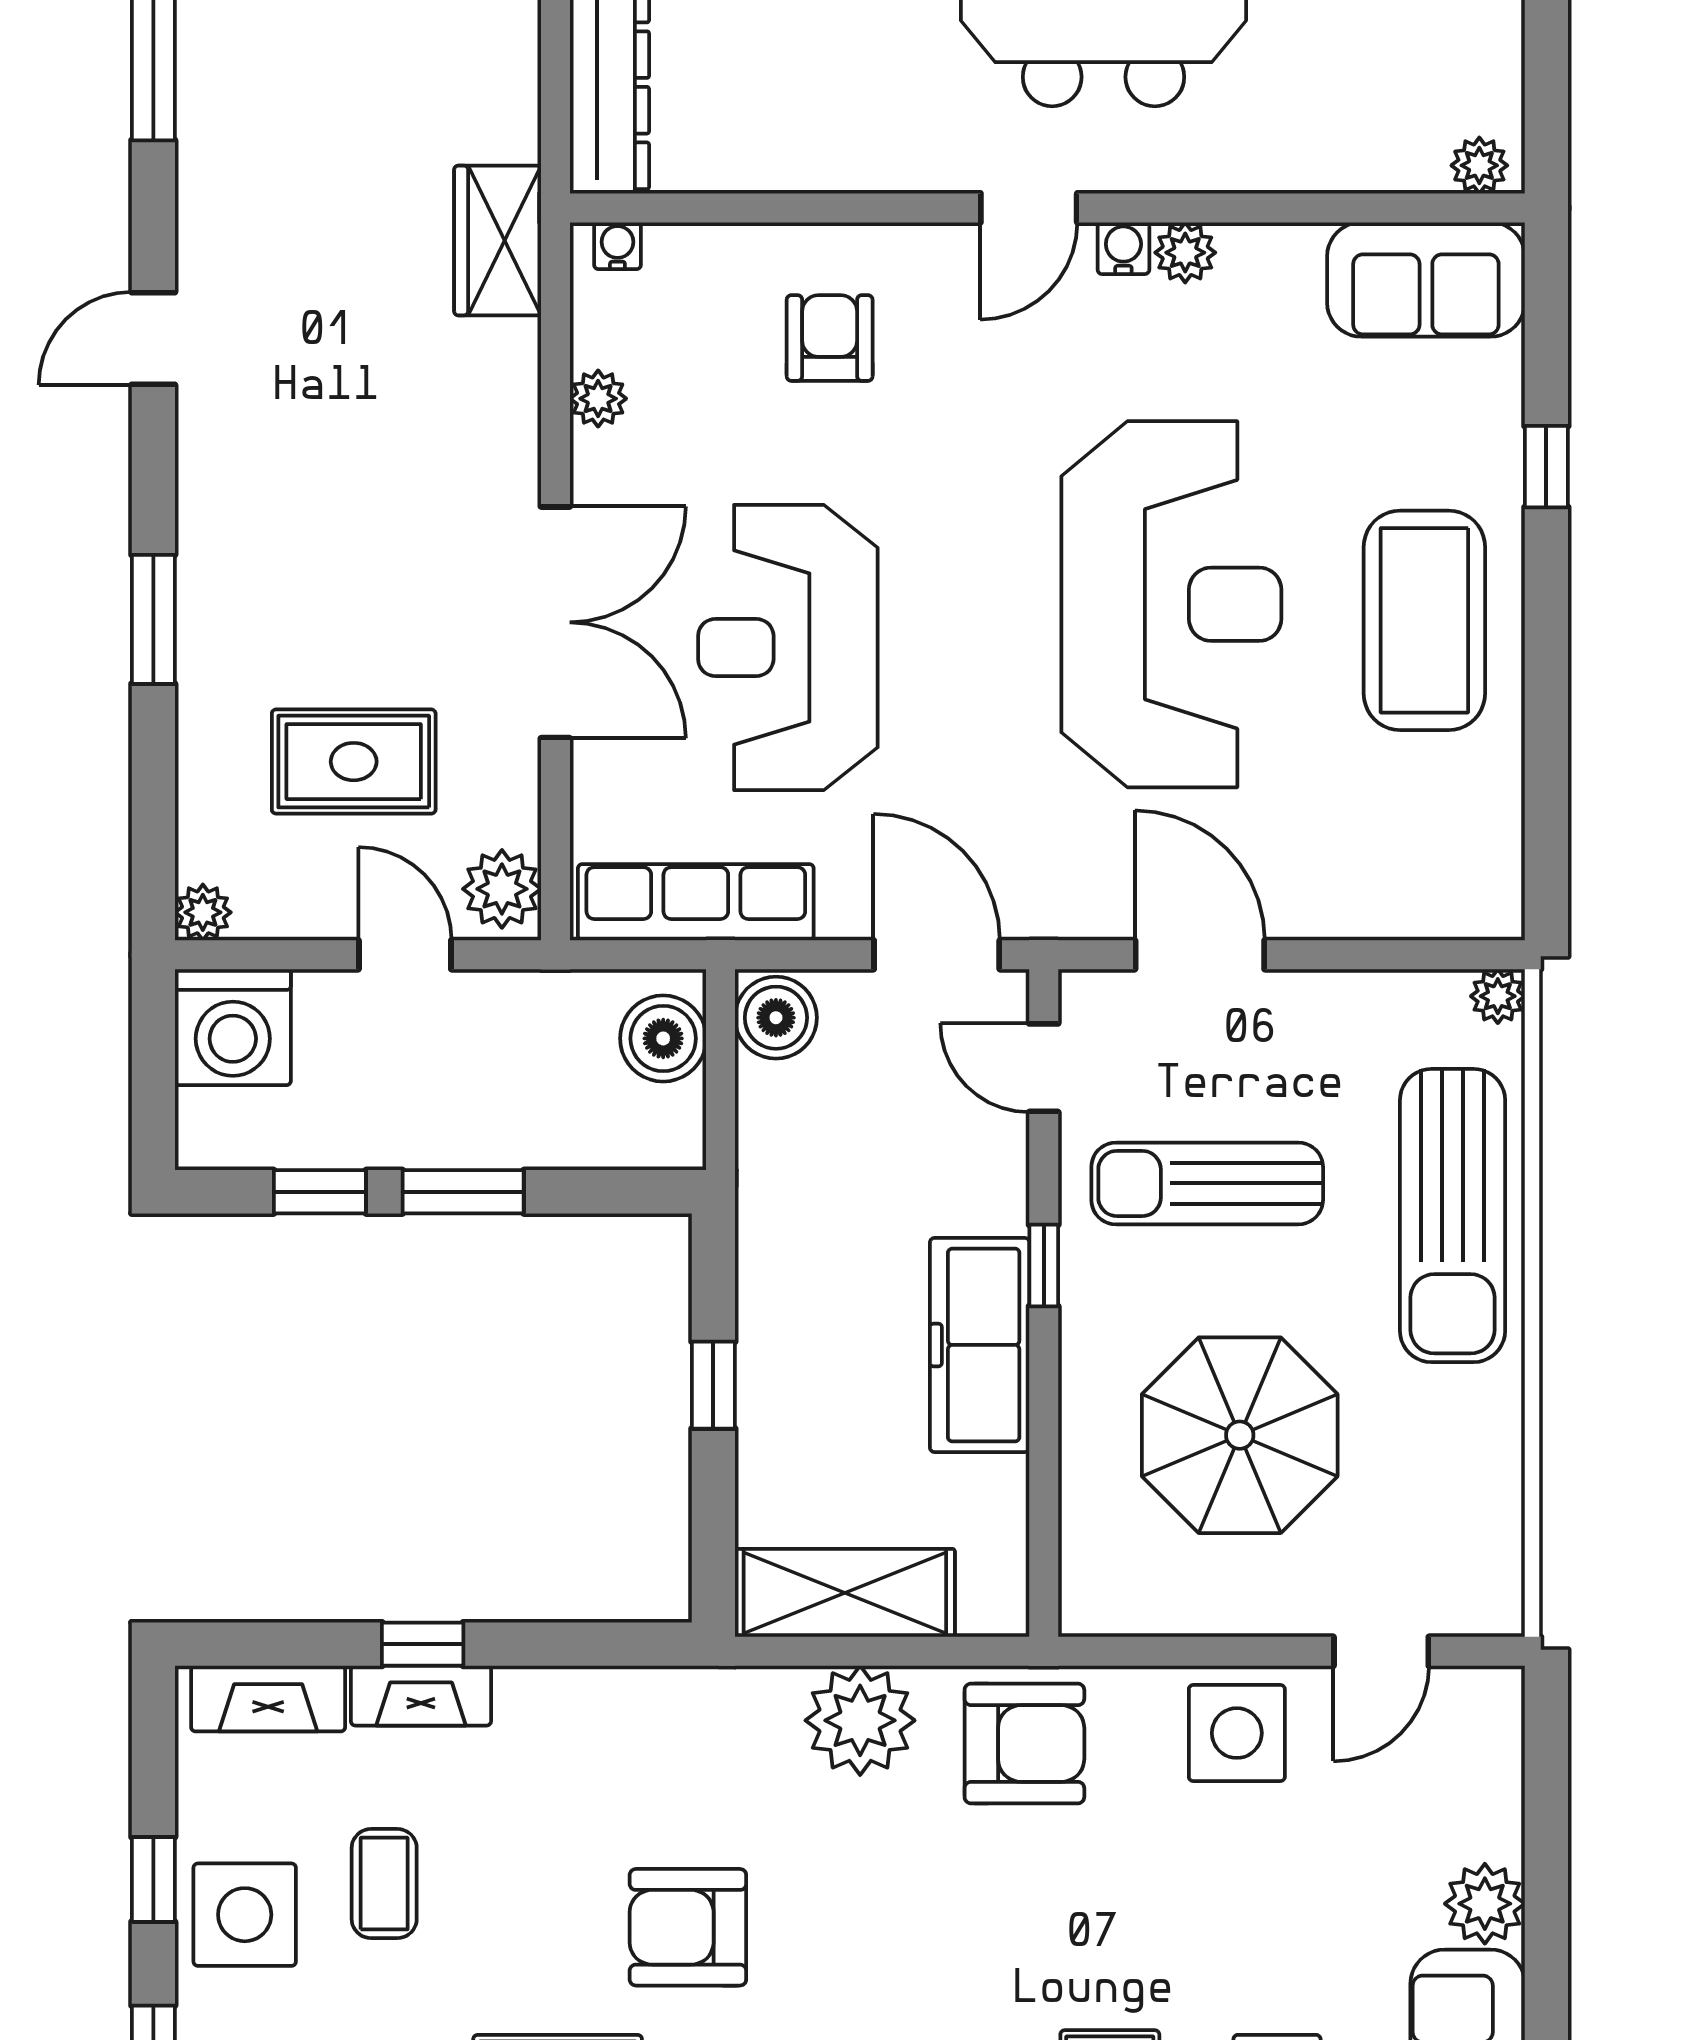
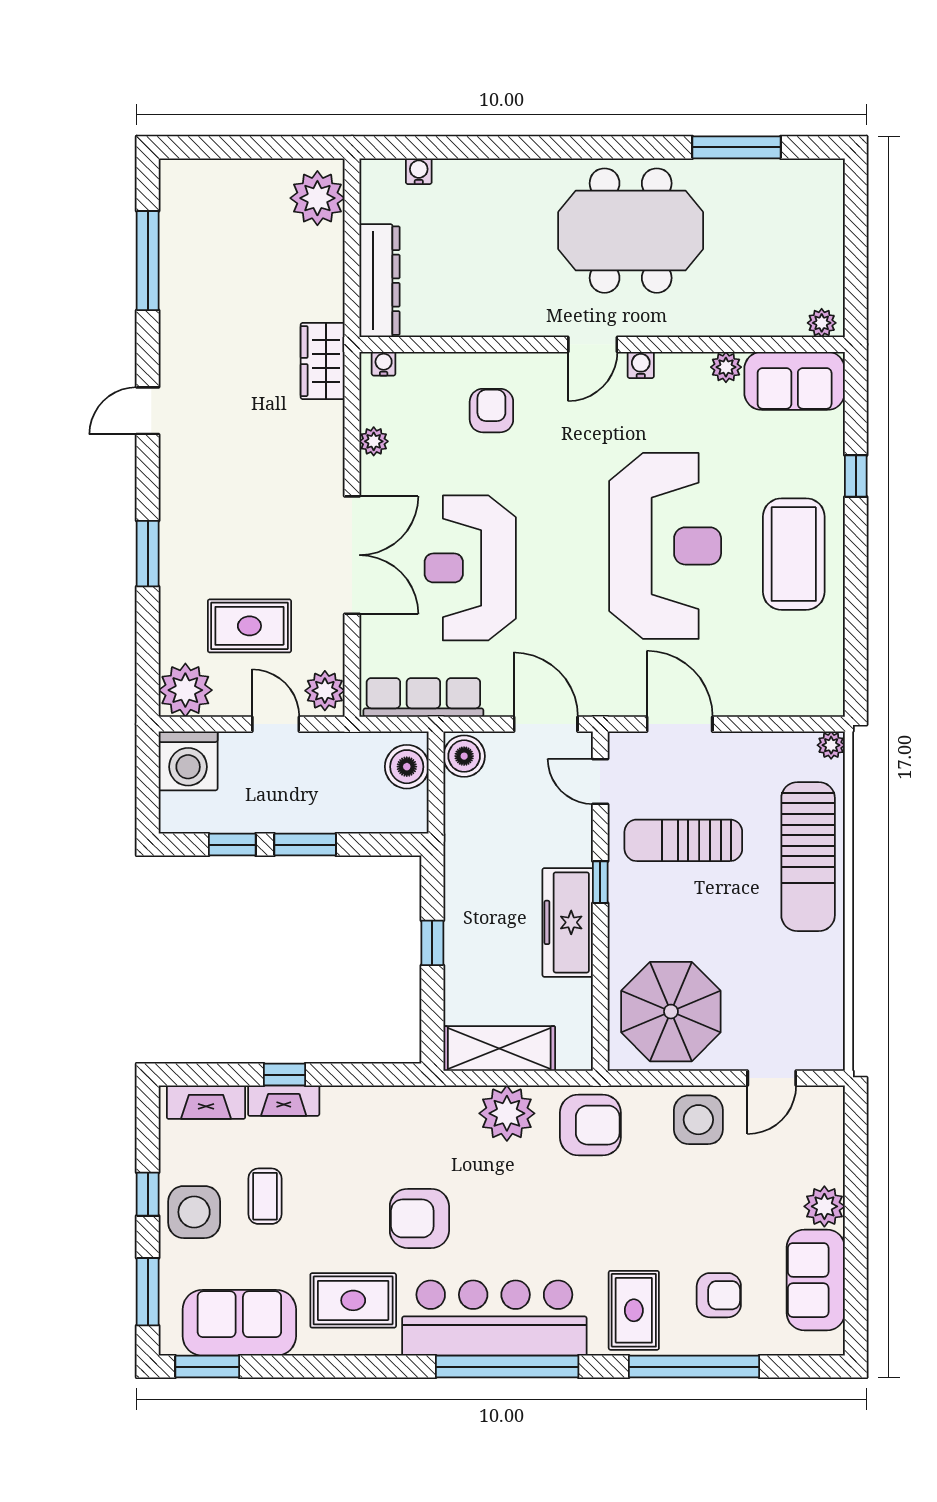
plant: (1185, 253) -> (726, 367), moved
plant: (203, 912) -> (185, 690), width x1.88, depth x1.88
parasol: (1240, 1435) -> (671, 1012), moved

